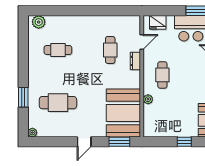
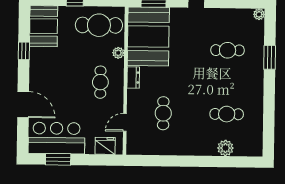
plant: (39, 22) -> (225, 148), moved
dresser: (135, 61) -> (133, 77), moved
cafe table: (58, 103) -> (228, 50), width x0.73, depth x0.74
cafe table: (164, 122) -> (99, 25), added

